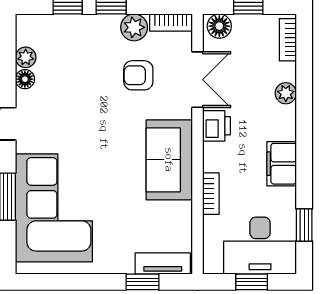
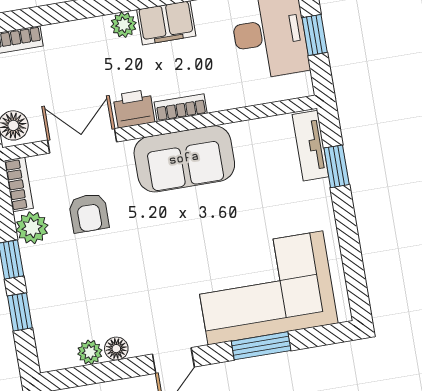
plant: (286, 93) -> (124, 25), moved
bookcase: (211, 194) -> (181, 108), moved

